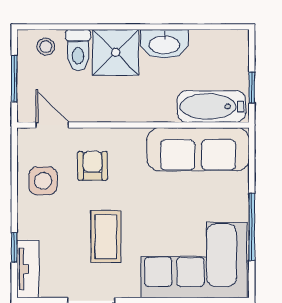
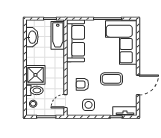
washbasin: (164, 44) -> (32, 37), moved

